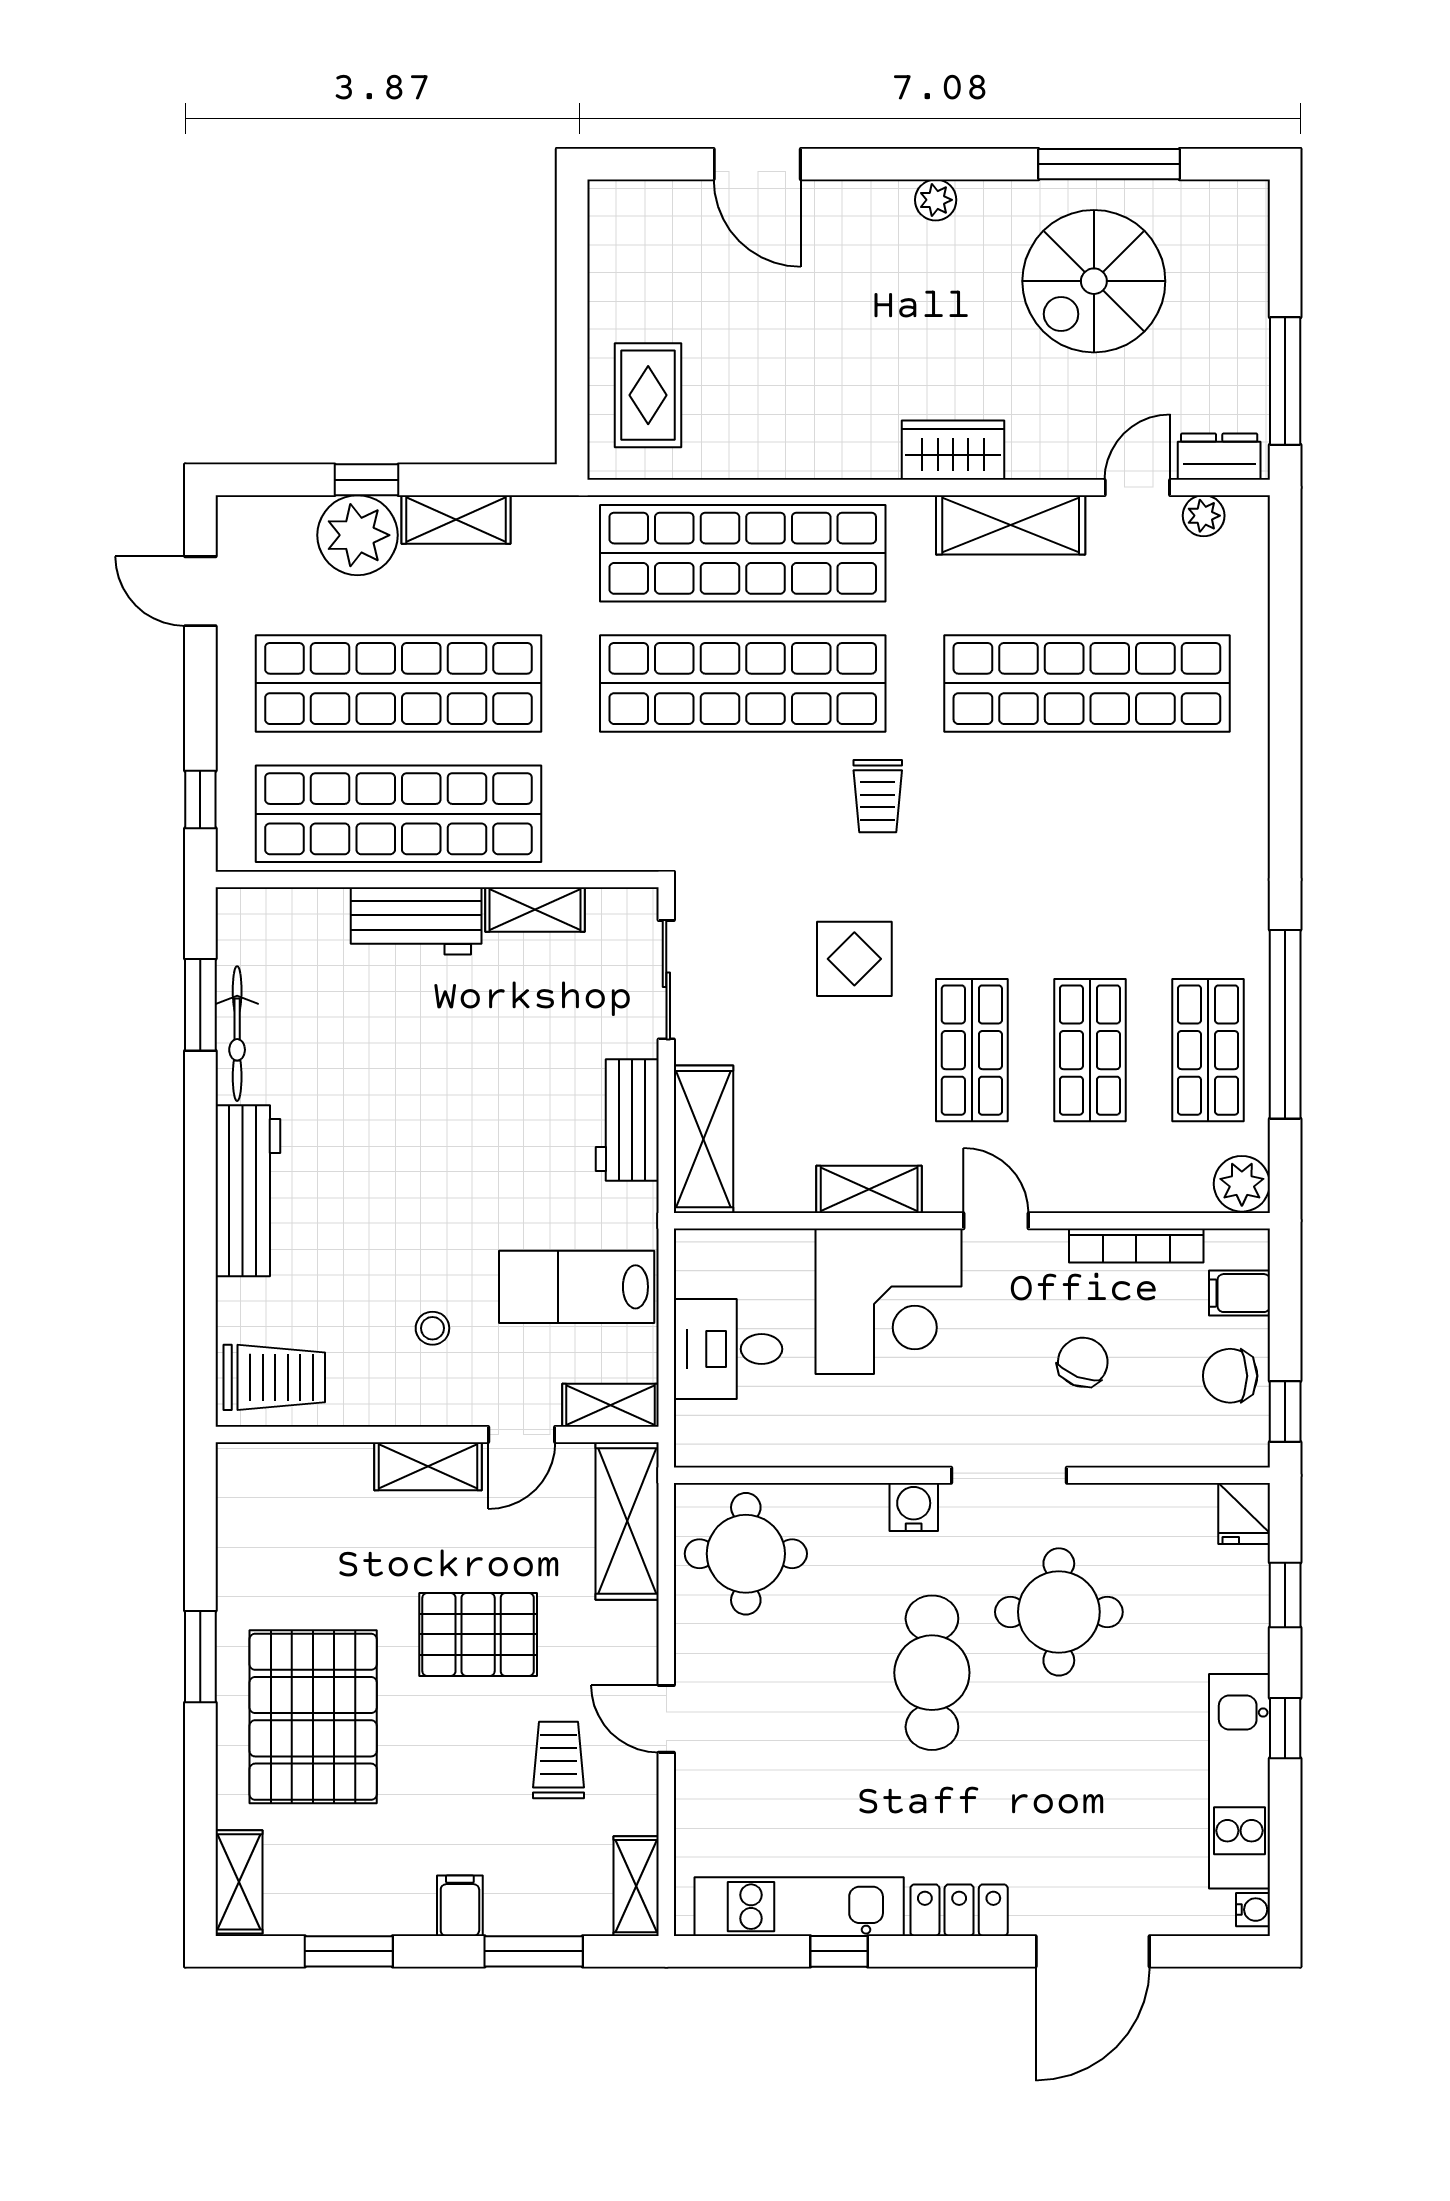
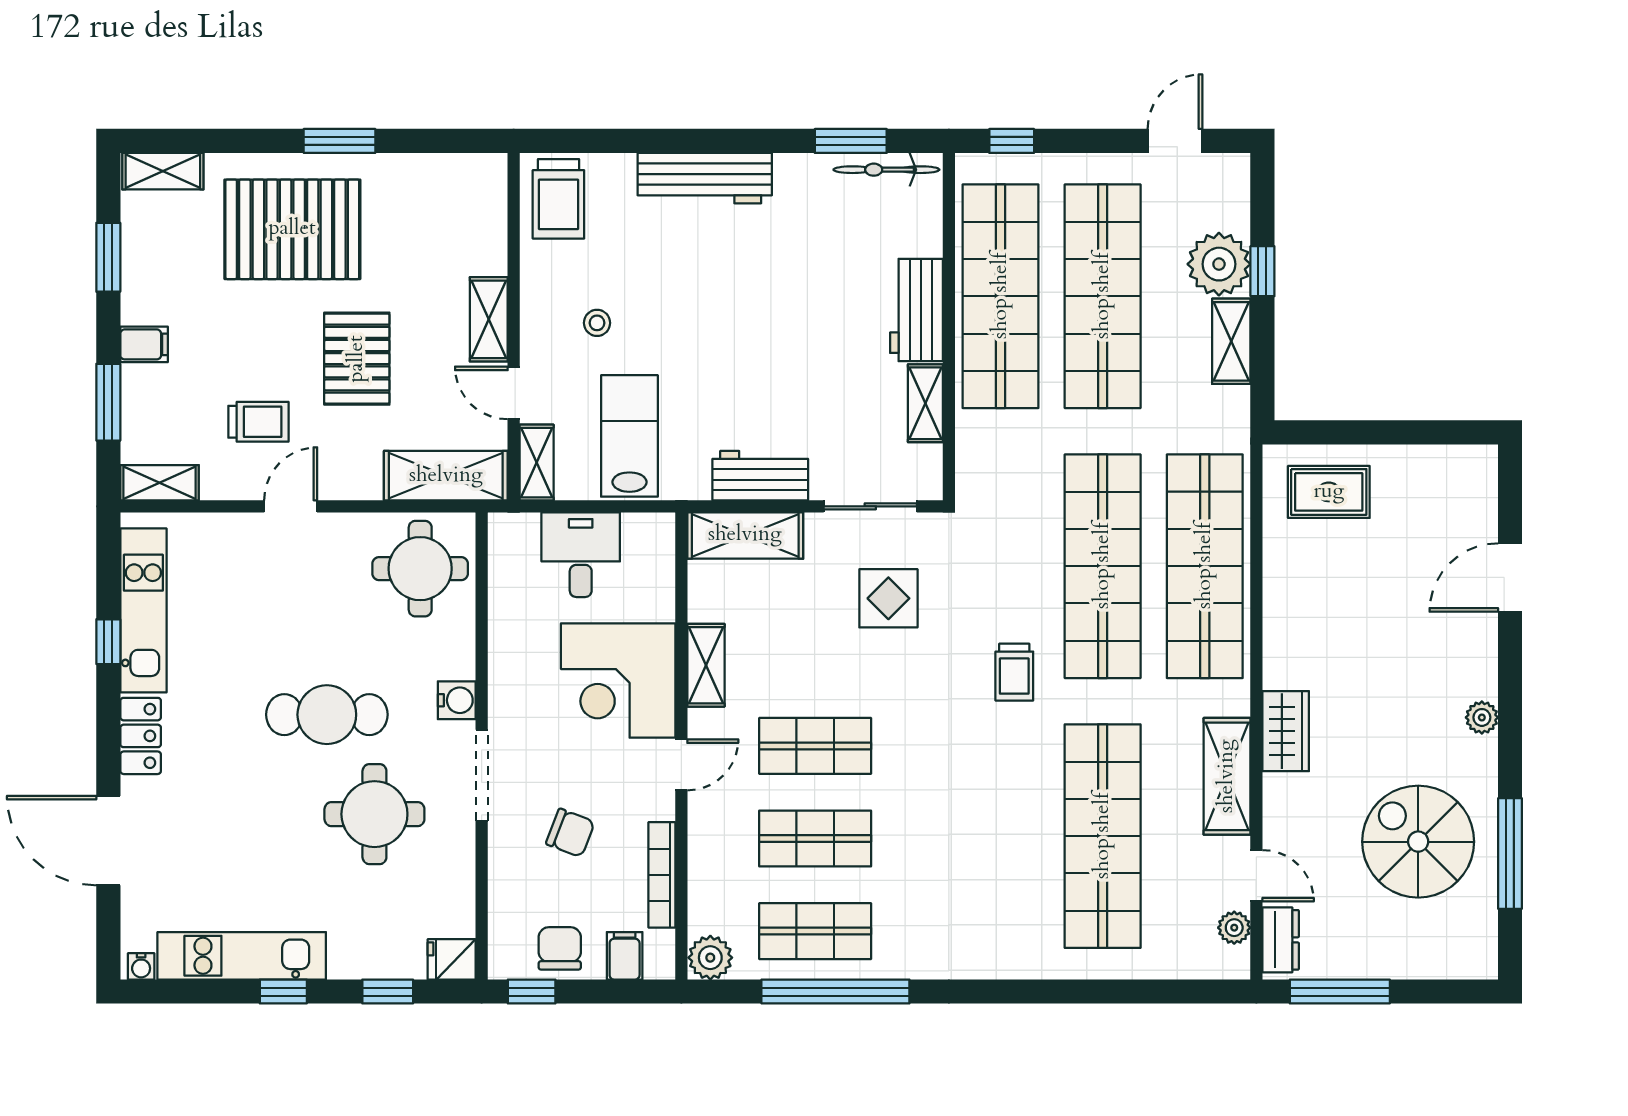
trolley: (878, 796) -> (1014, 672), turned -90
display table: (854, 959) -> (888, 598), moved
bicycle: (237, 1034) -> (886, 170), moved

